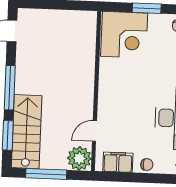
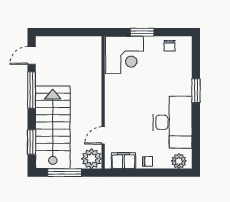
window: (10, 88) -> (32, 90), moved
stairs: (27, 132) -> (53, 127), width x1.36, depth x1.51

